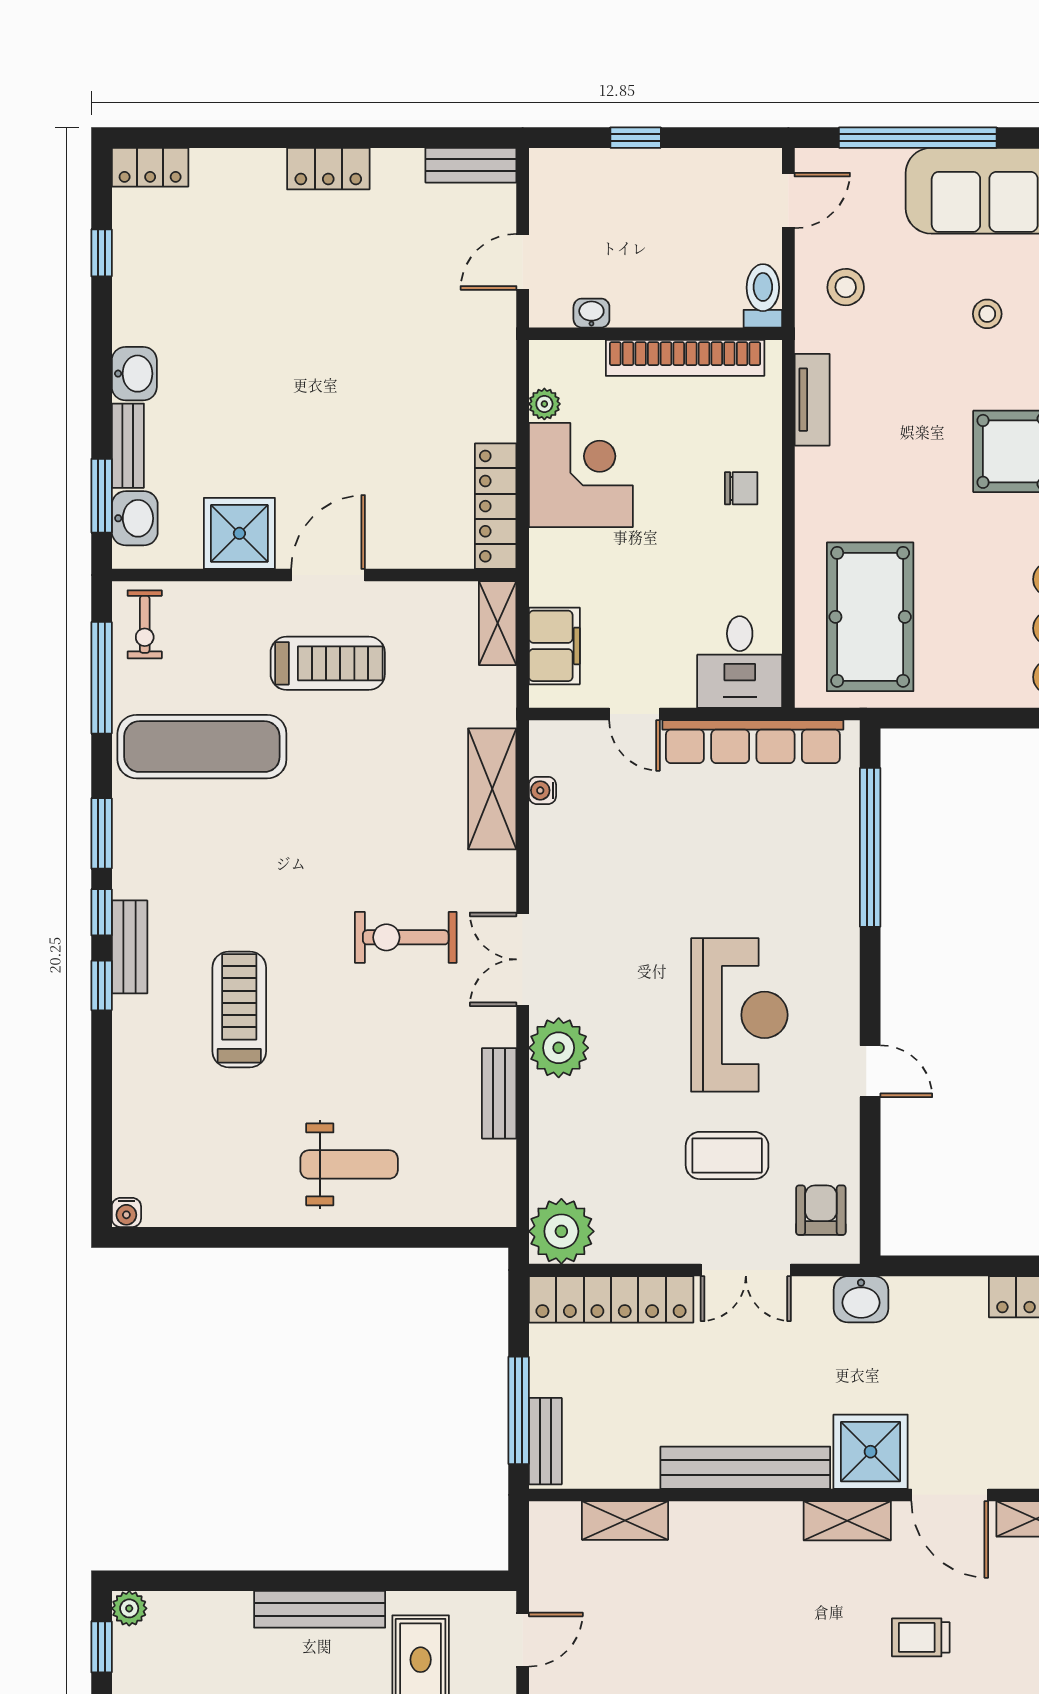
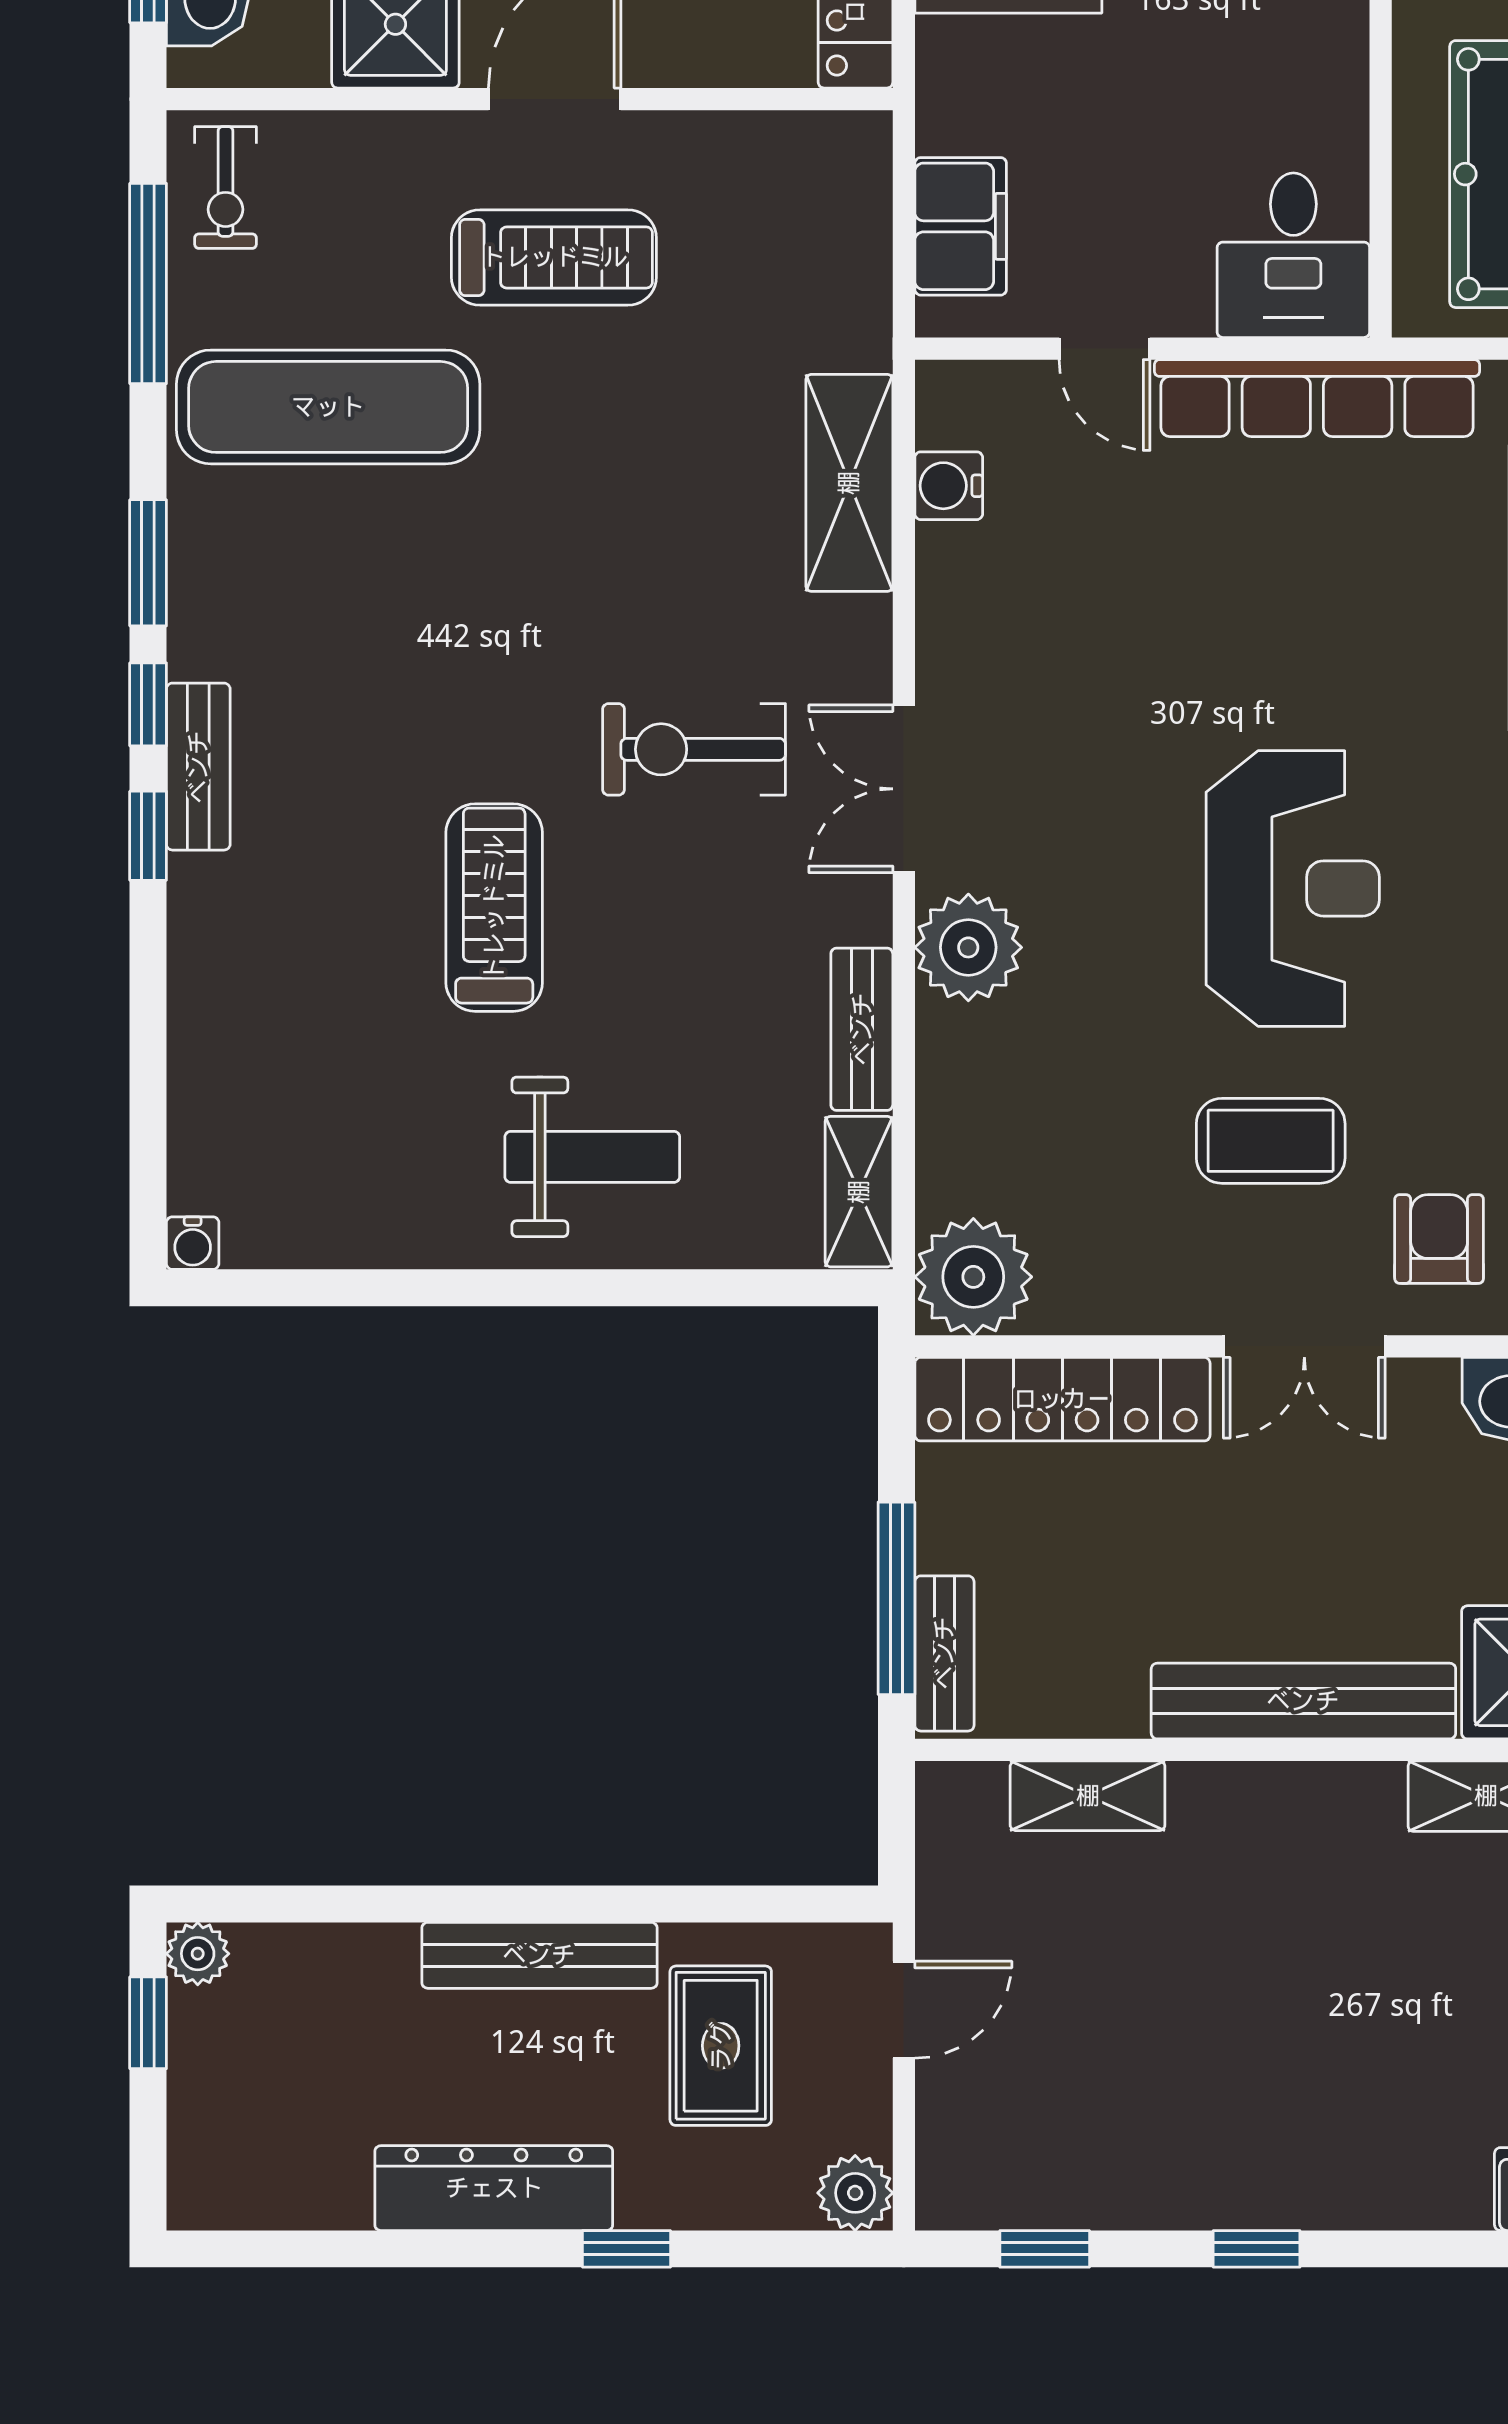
shelving: (498, 623) -> (859, 1192), moved
water cooler: (542, 790) -> (949, 486), width x1.38, depth x1.38
treadmill: (239, 1009) -> (494, 908), moved

